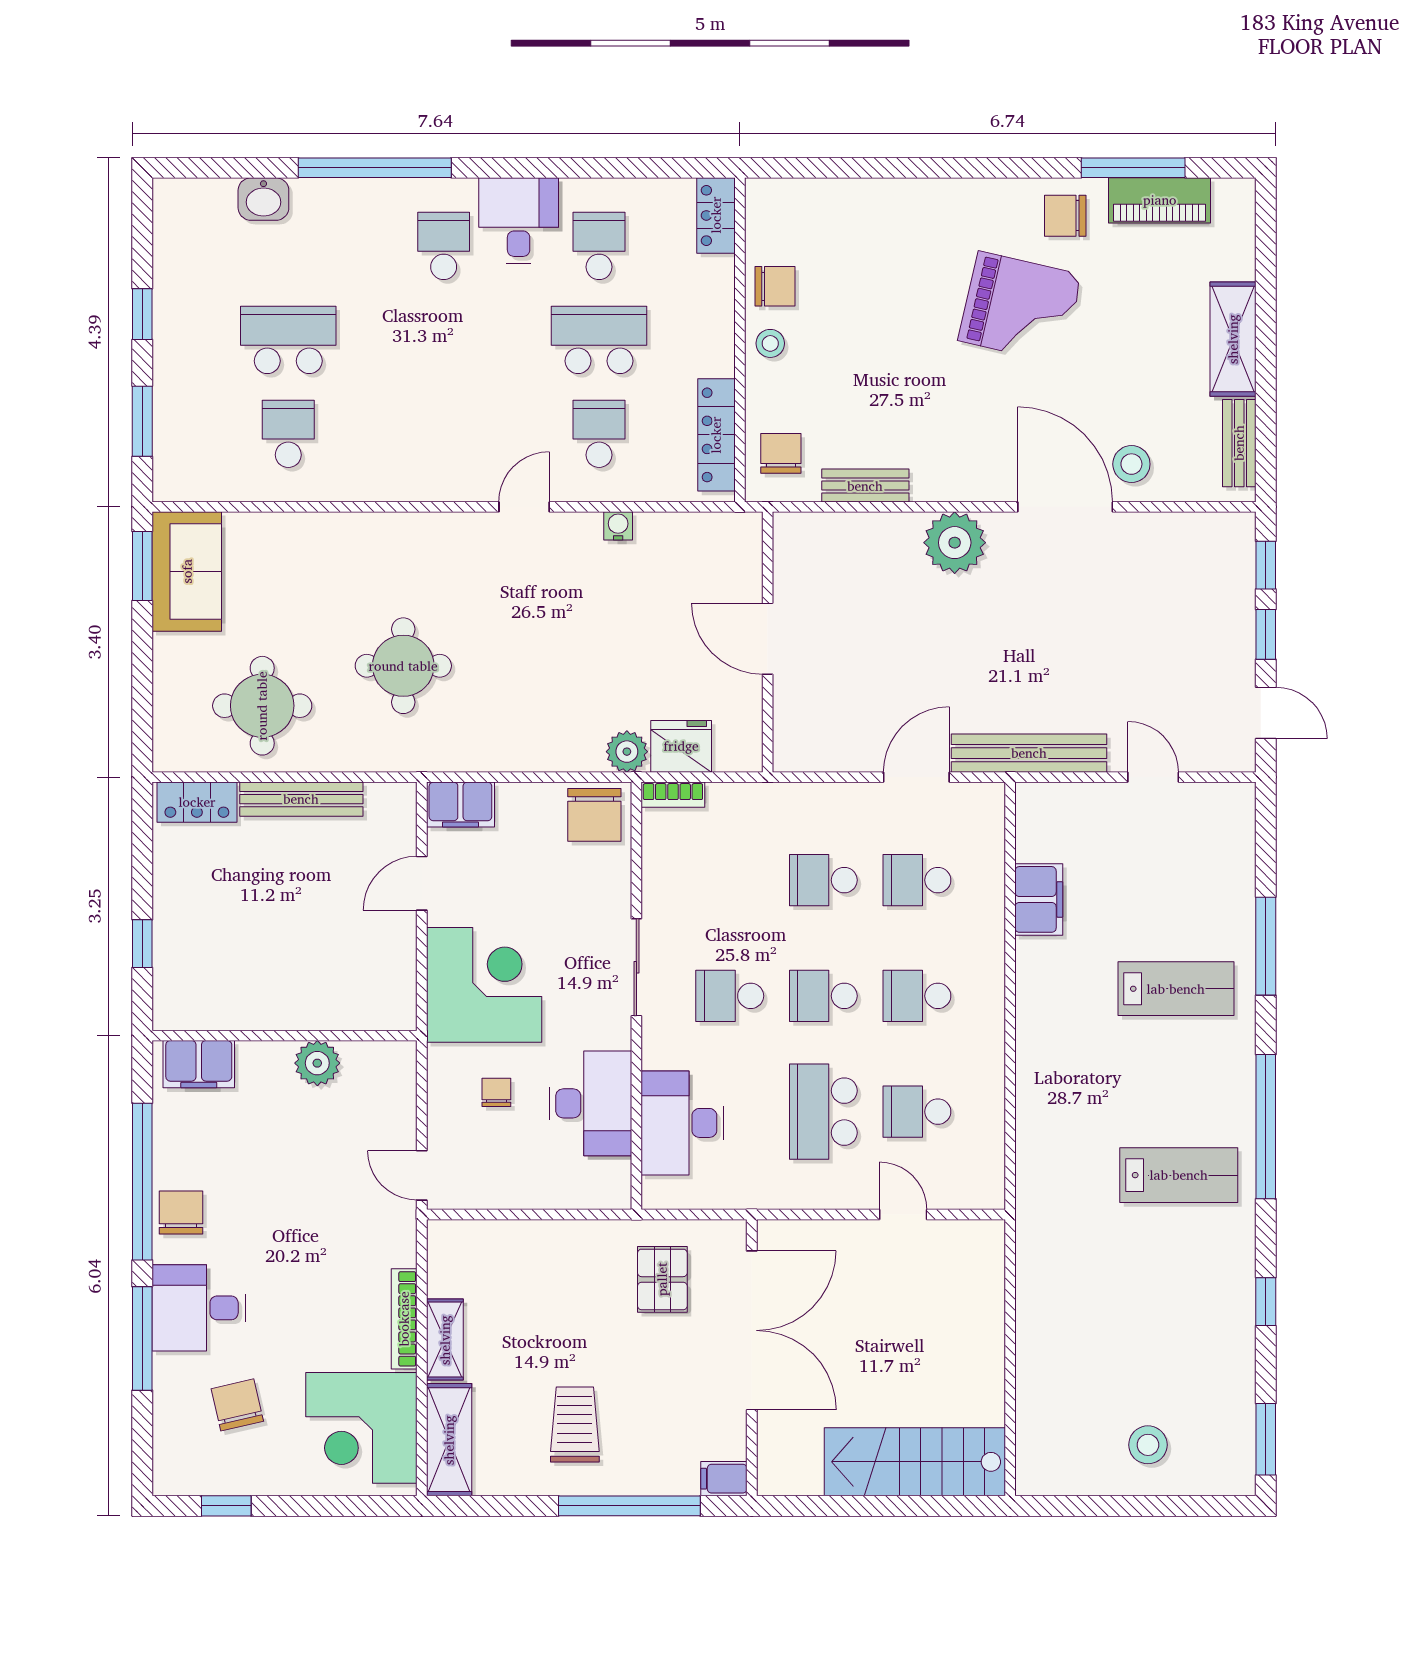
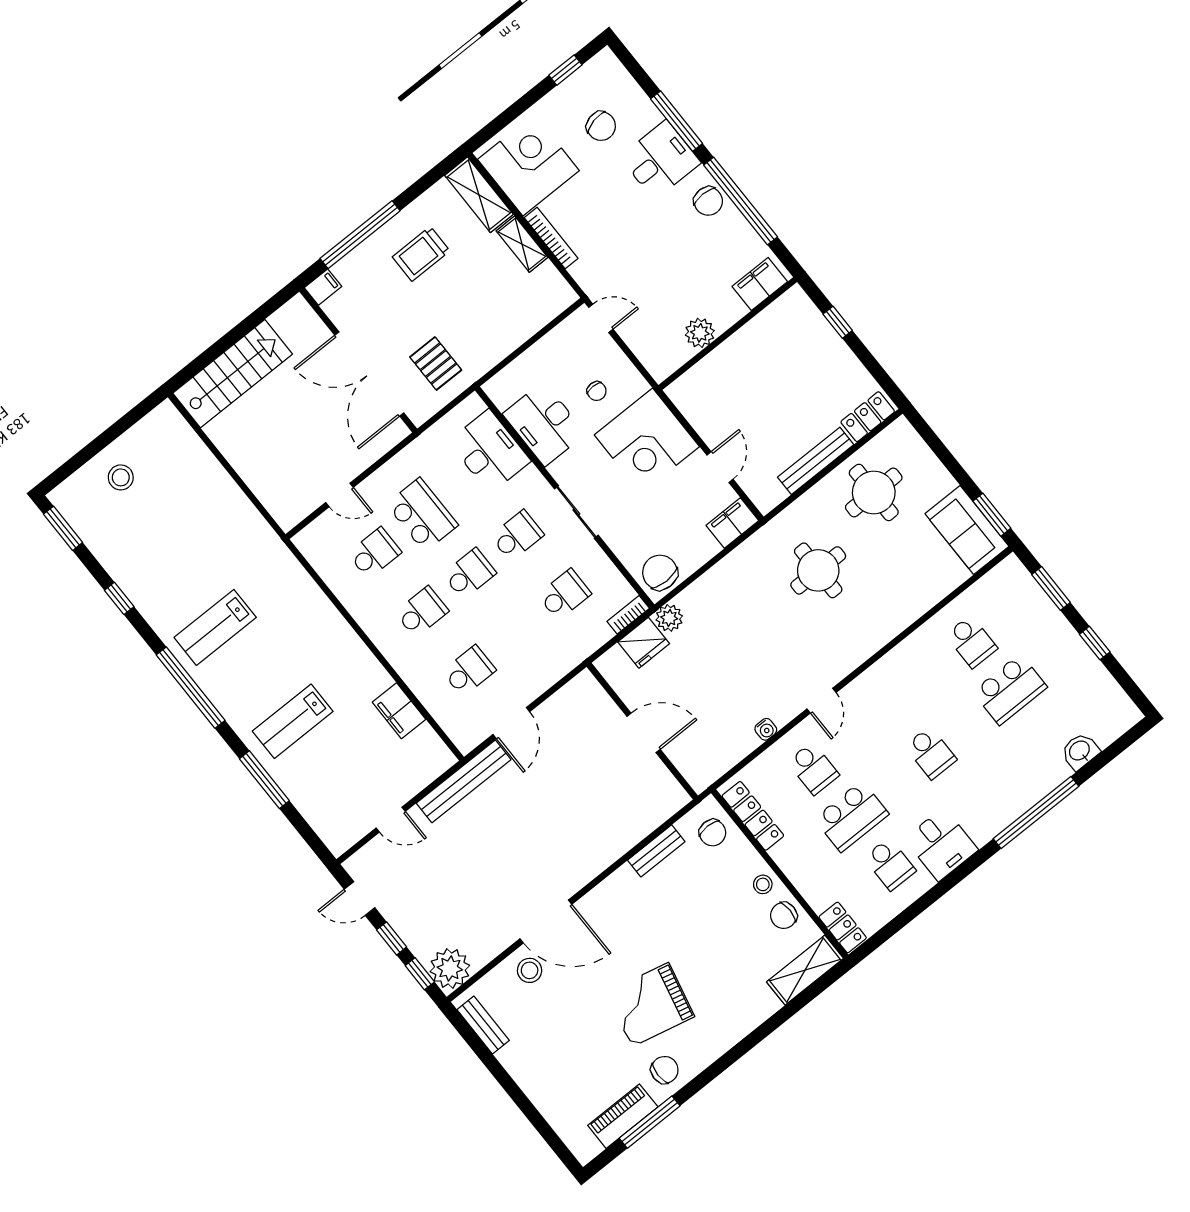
school desk: (444, 246) -> (931, 753), moved
shelving: (1233, 339) -> (805, 970), moved, turned 90
plant: (955, 543) -> (450, 969), moved
school desk: (823, 880) -> (564, 594), moved
trolley: (575, 1424) -> (421, 254), turned 90

